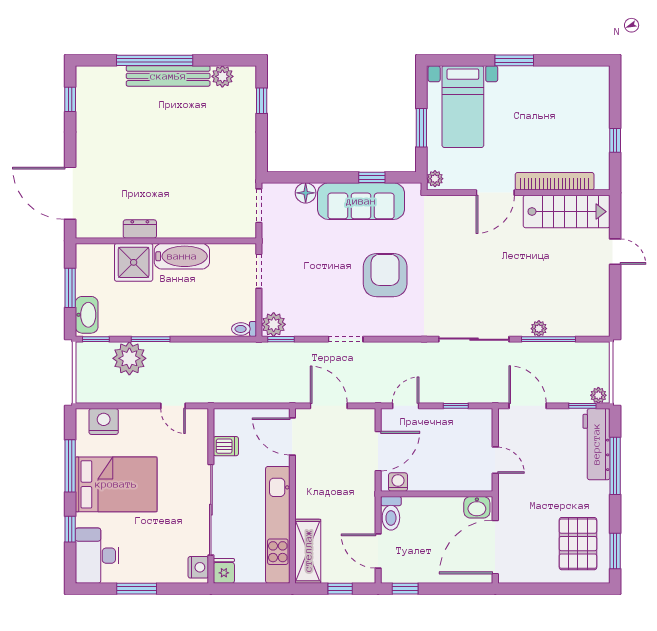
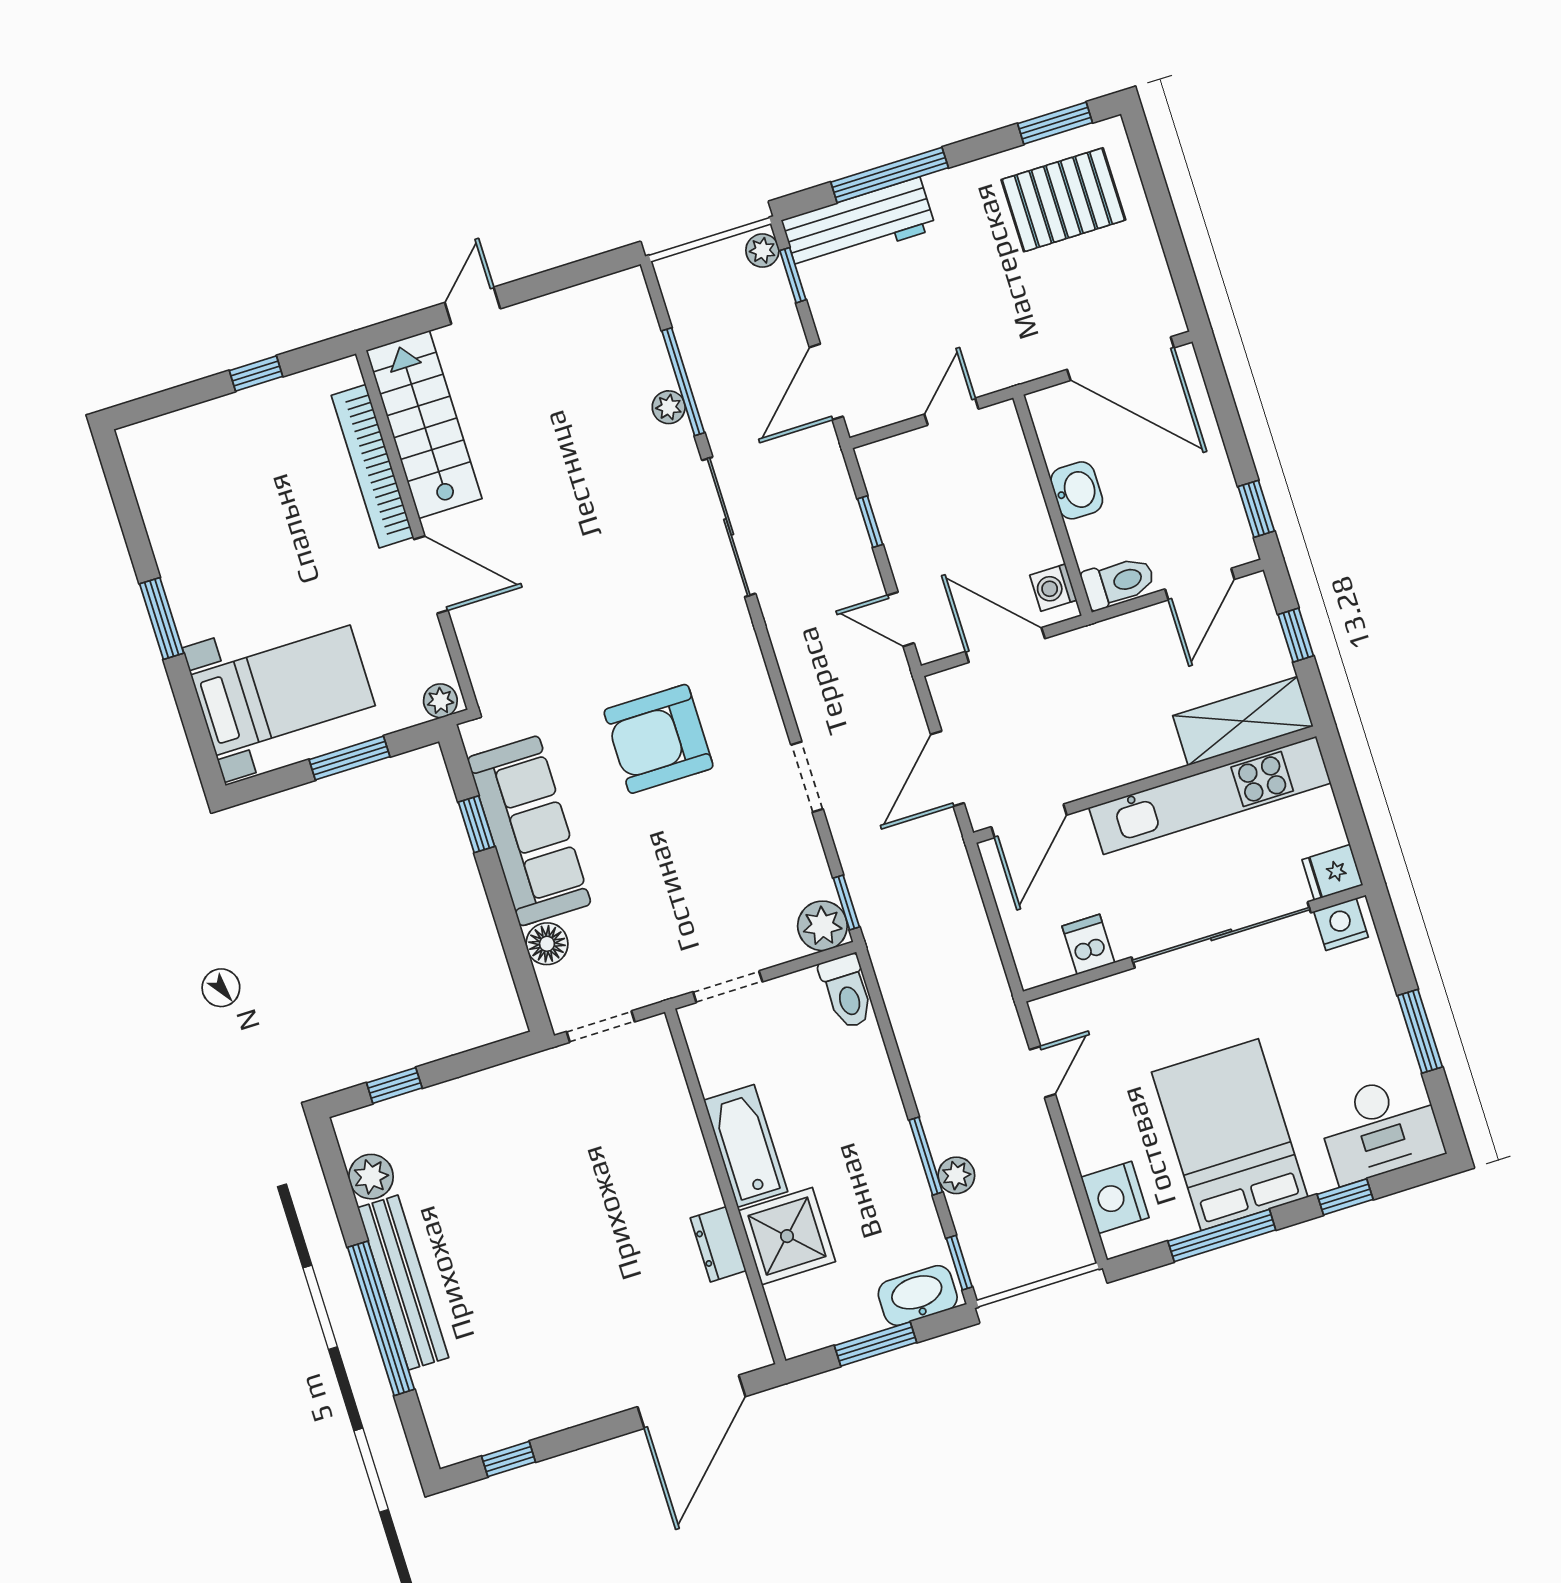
toilet: (244, 329) -> (847, 991), width x1.37, depth x1.39
plant: (129, 358) -> (956, 1175), width x0.53, depth x0.53
washbasin: (477, 507) -> (1077, 490), moved

